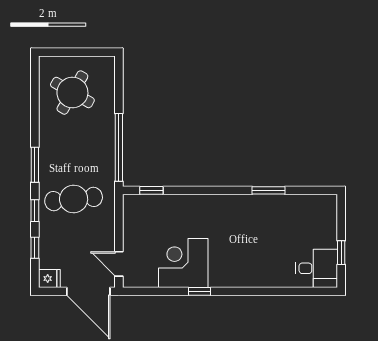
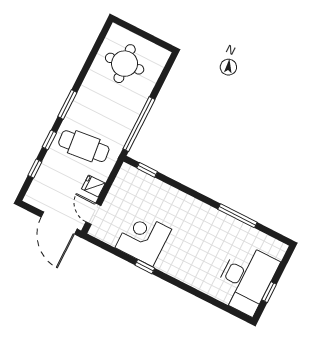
round table: (72, 93) -> (125, 64), turned -35
window: (268, 190) -> (237, 216), width x1.44
desk: (317, 268) -> (246, 279), width x1.87, depth x1.30
fridge: (49, 279) -> (93, 186), moved, turned 180

